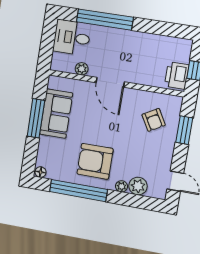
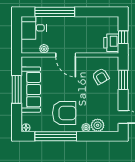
sofa: (56, 114) -> (31, 90), width x1.36
armchair: (95, 161) -> (64, 113), turned 180

